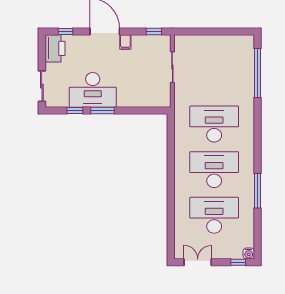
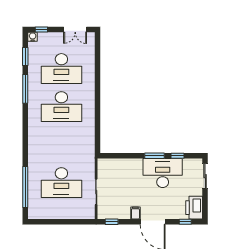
desk: (214, 124) -> (61, 183), moved
window: (257, 230) -> (25, 57), added

